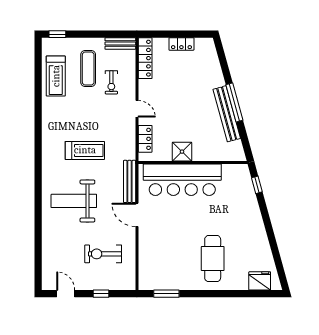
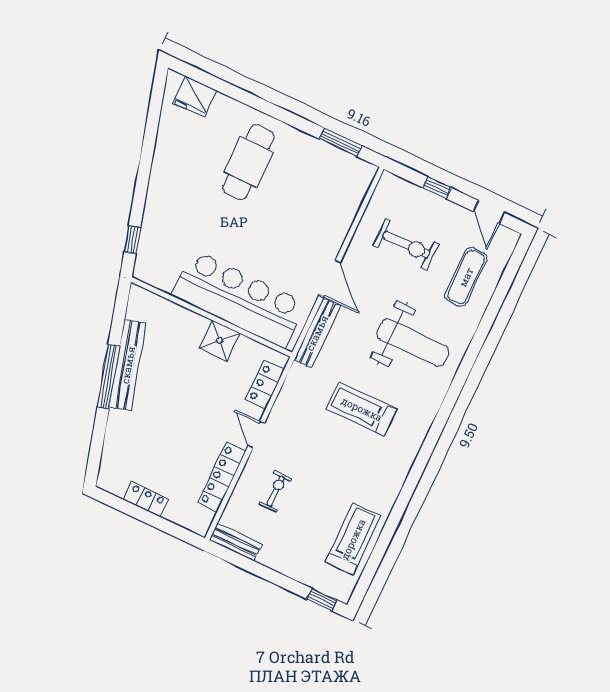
locker: (145, 58) -> (222, 477), moved
exercise mat: (88, 68) -> (466, 277), moved

